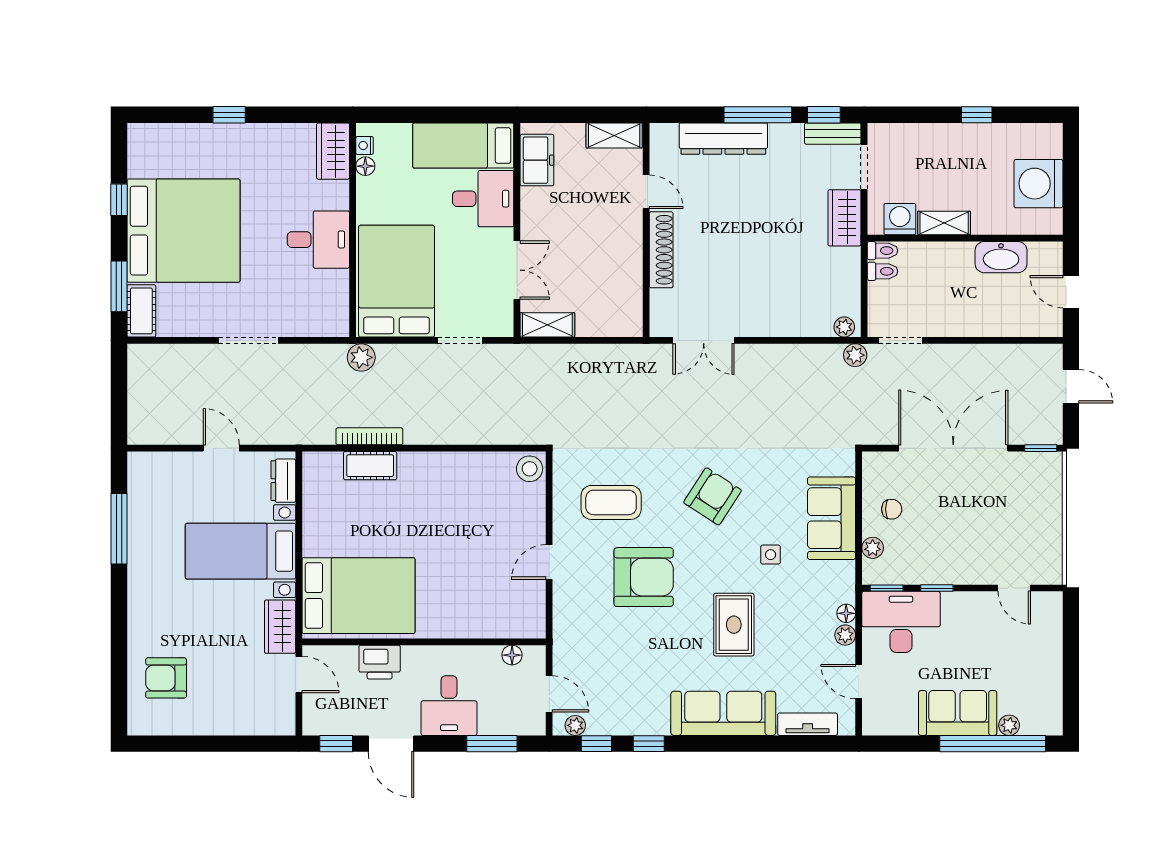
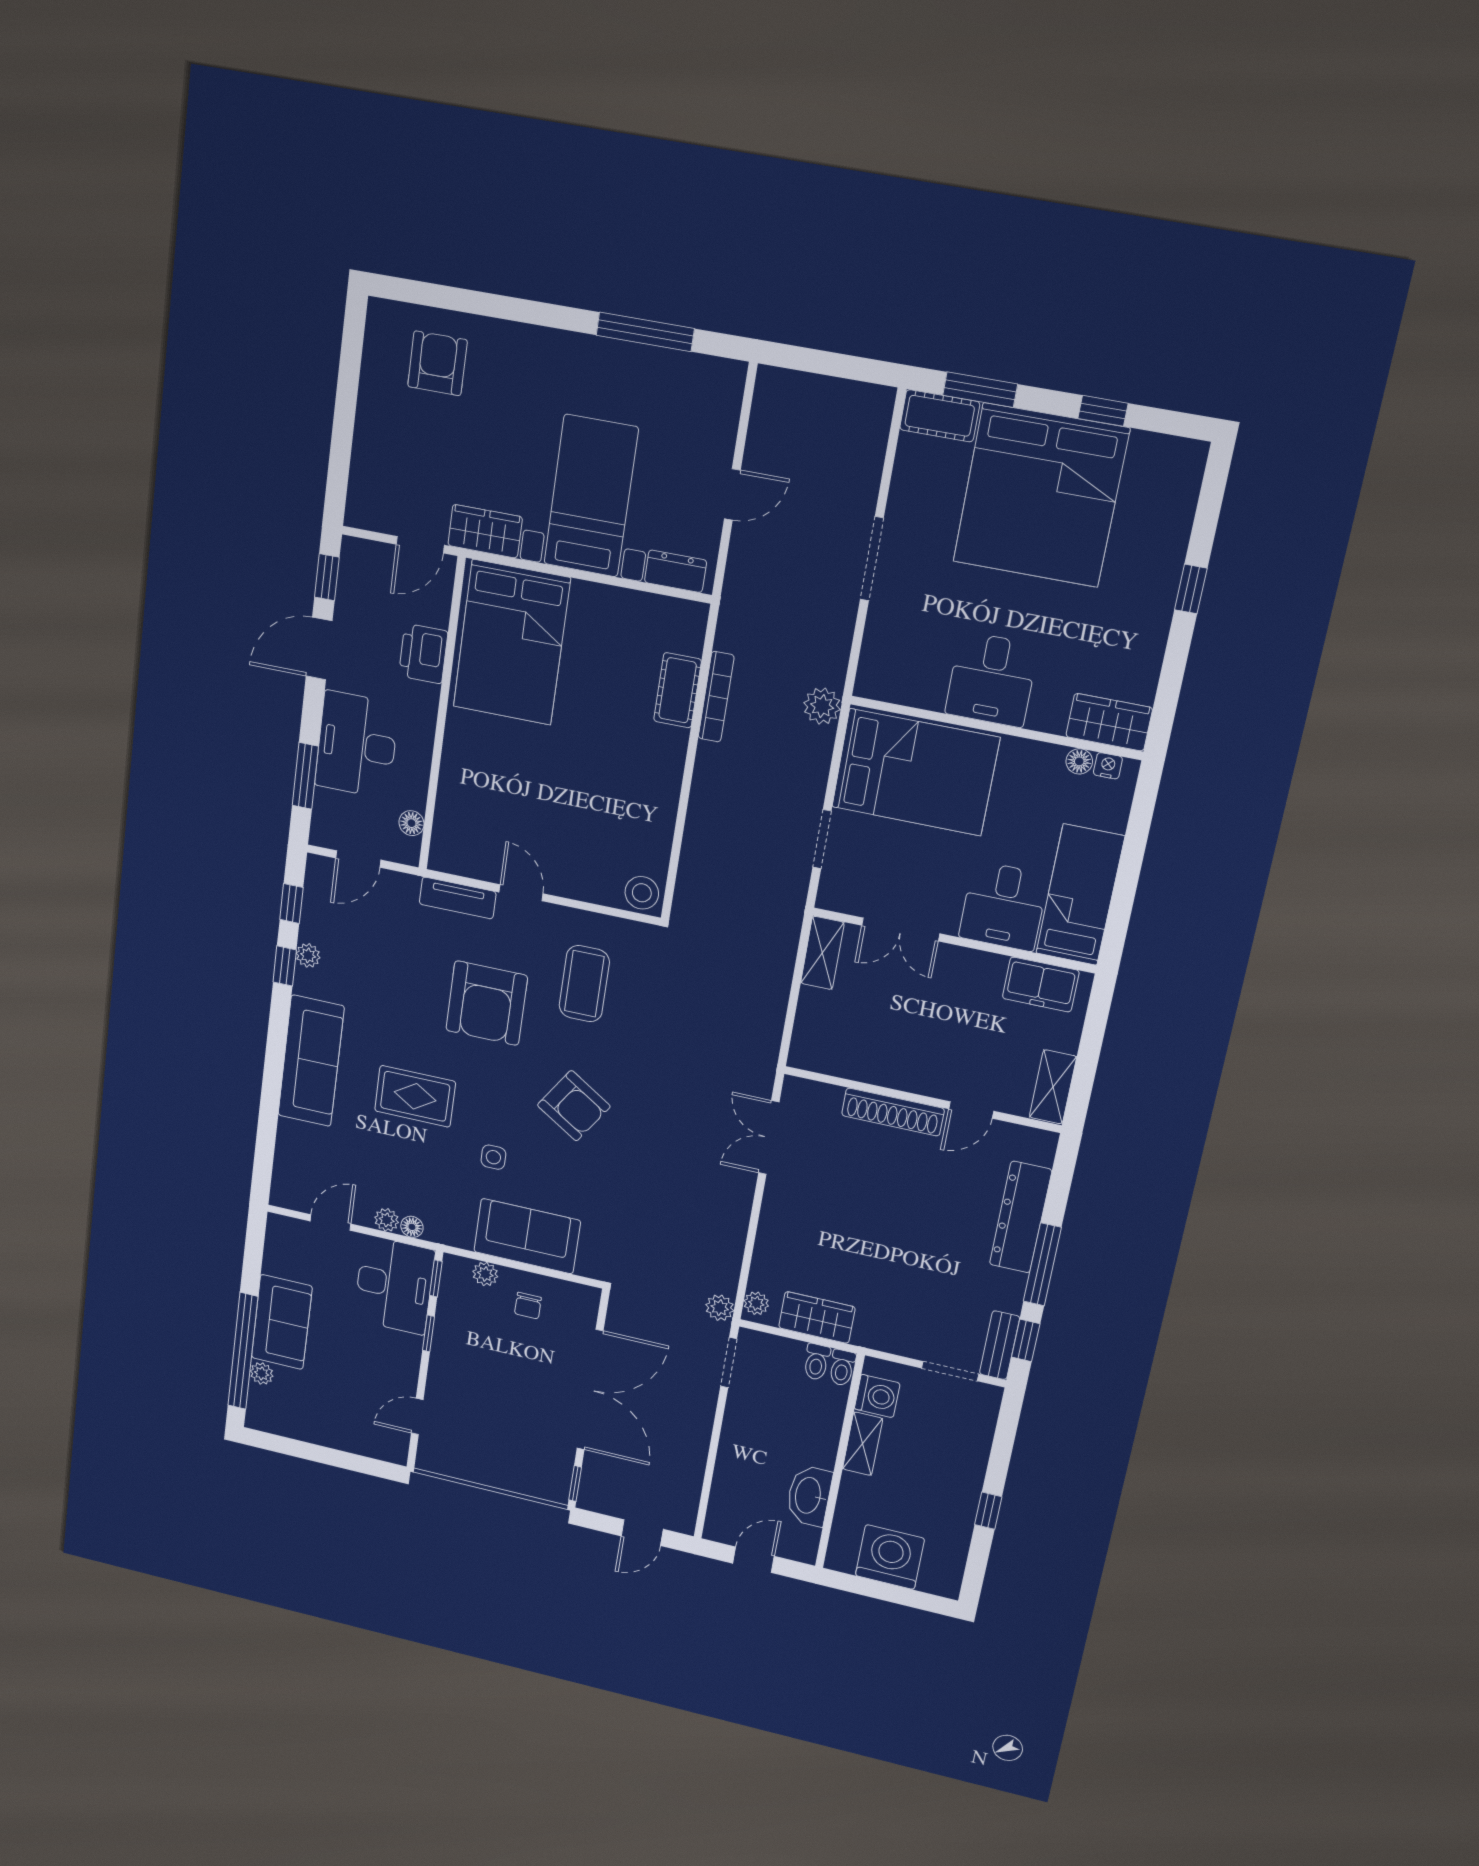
wardrobe: (844, 218) -> (817, 1317), moved
desk: (449, 706) -> (357, 745), width x1.37
tv unit: (808, 724) -> (458, 898), moved, turned 90
plant: (575, 725) -> (308, 955), moved

